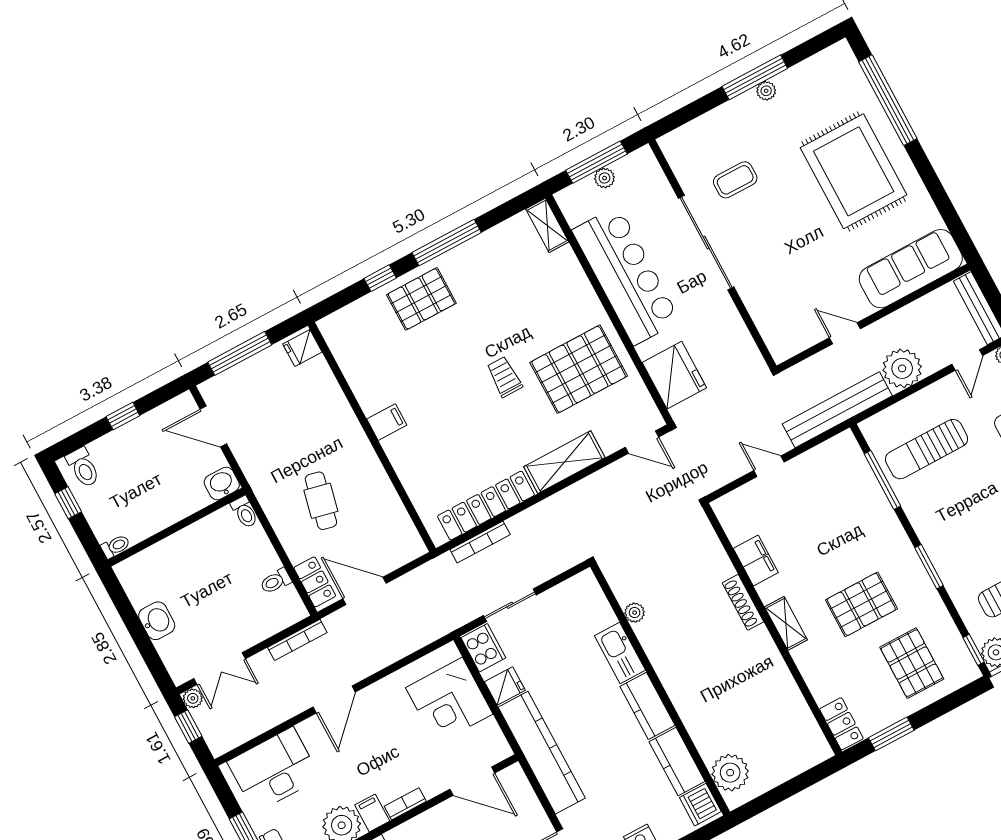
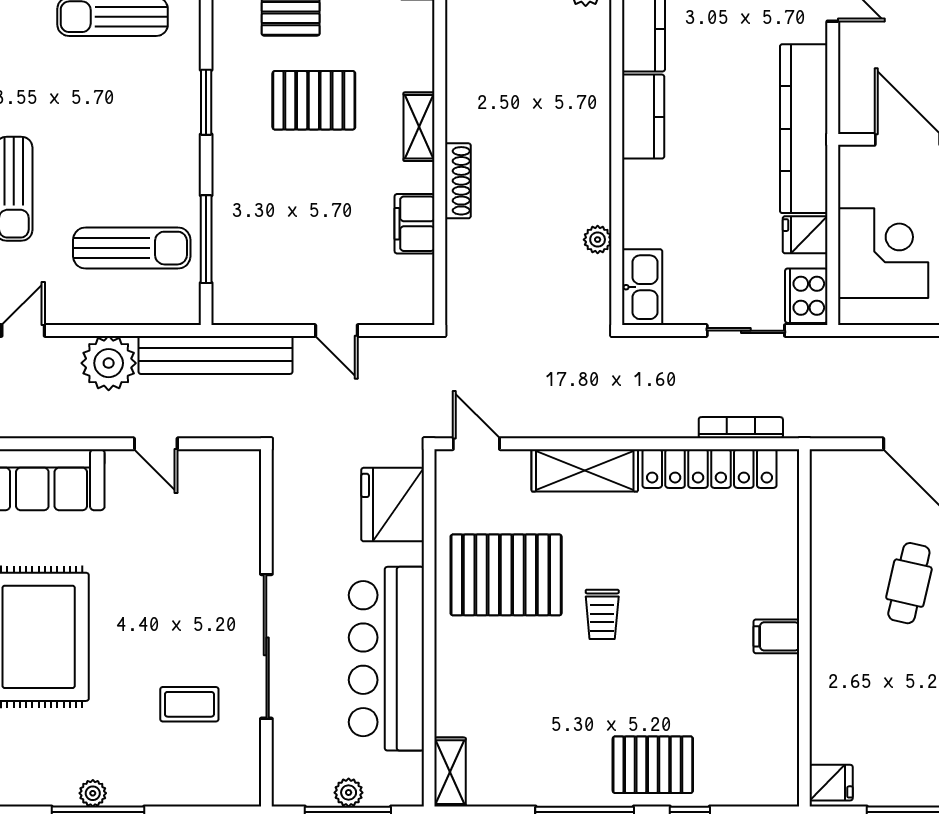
kitchen sink: (620, 653) -> (642, 287), moved

